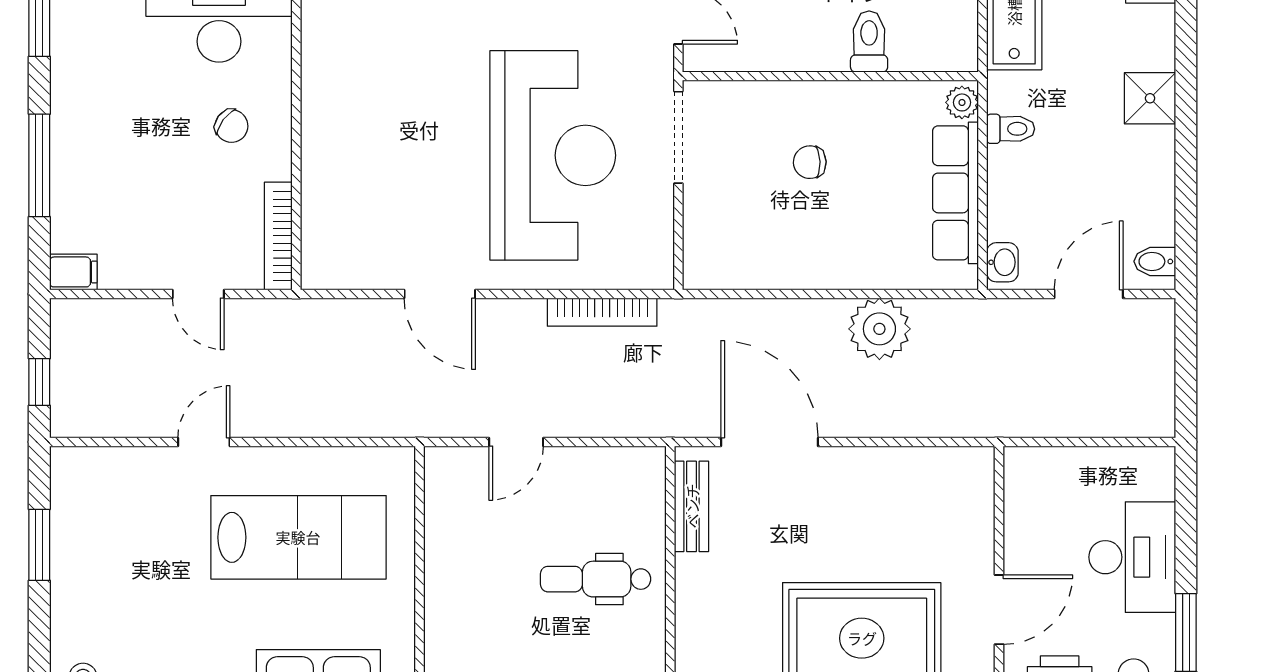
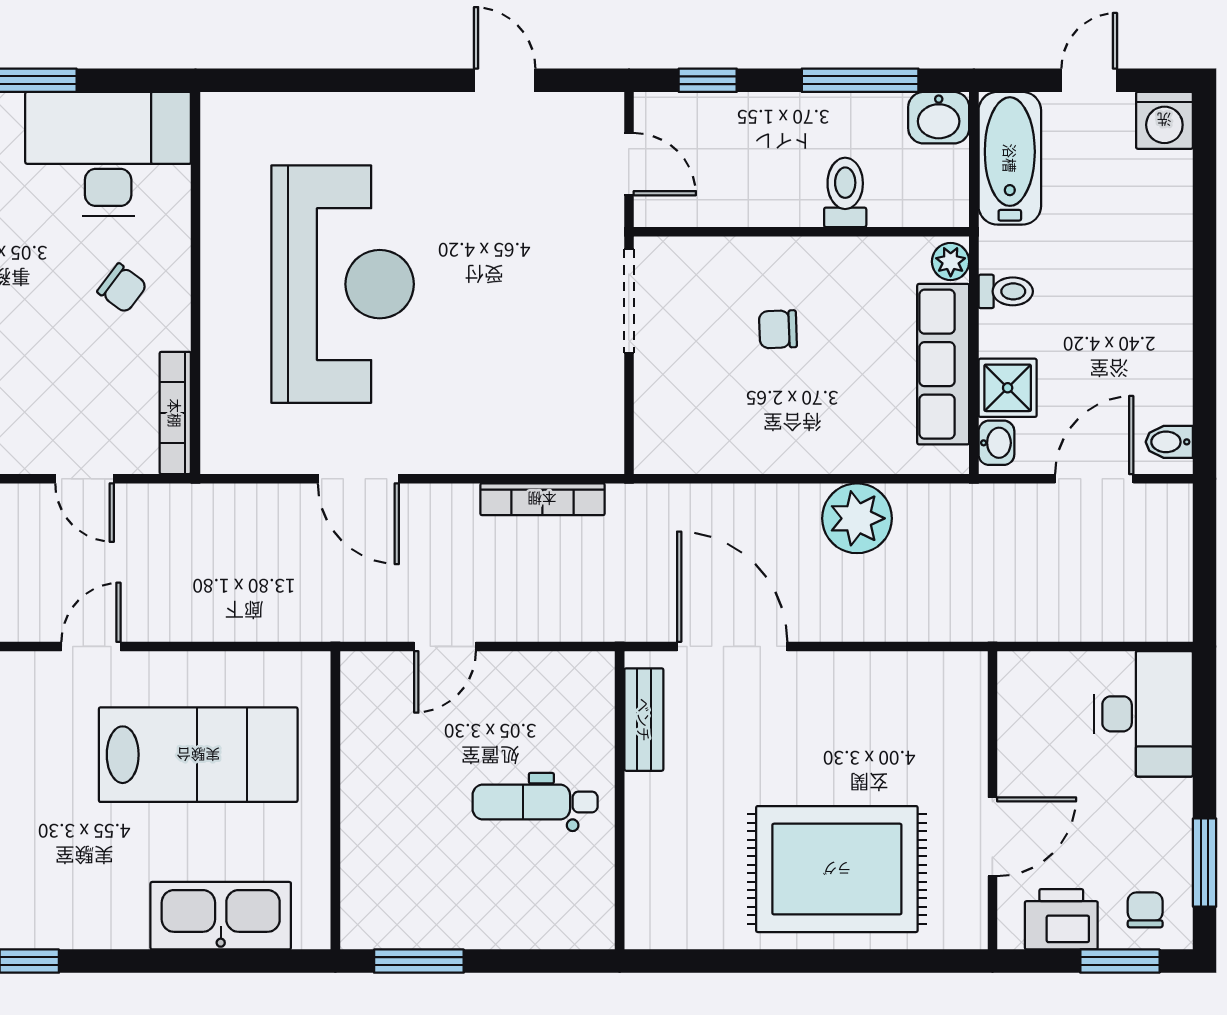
shower: (1150, 98) -> (1008, 388), moved
reception desk: (553, 155) -> (343, 284), moved
desk: (1132, 557) -> (1144, 714), moved

